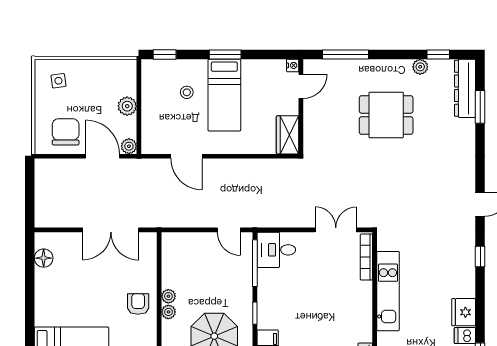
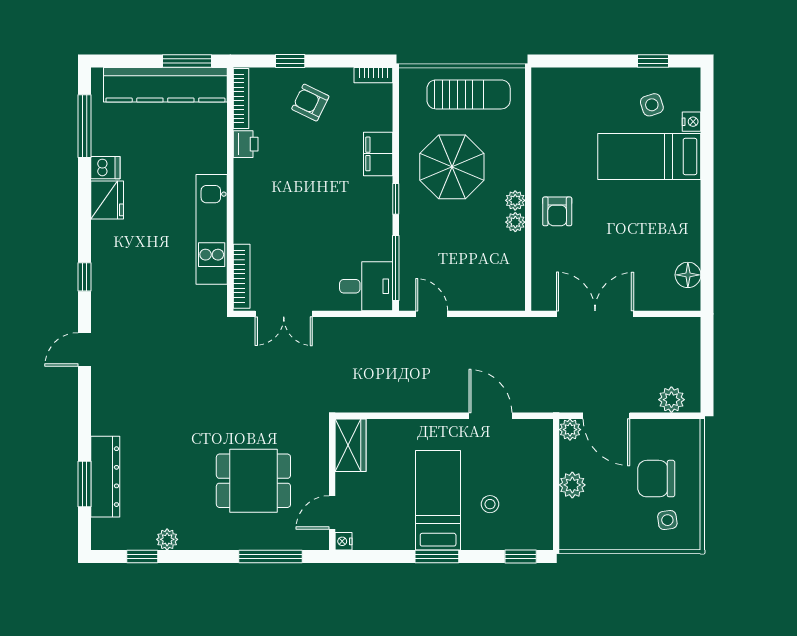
dresser: (465, 88) -> (105, 477), moved
dining table: (386, 115) -> (253, 481), moved
chair: (66, 132) -> (656, 479), moved, turned 90
plant: (56, 168) -> (671, 400), added

